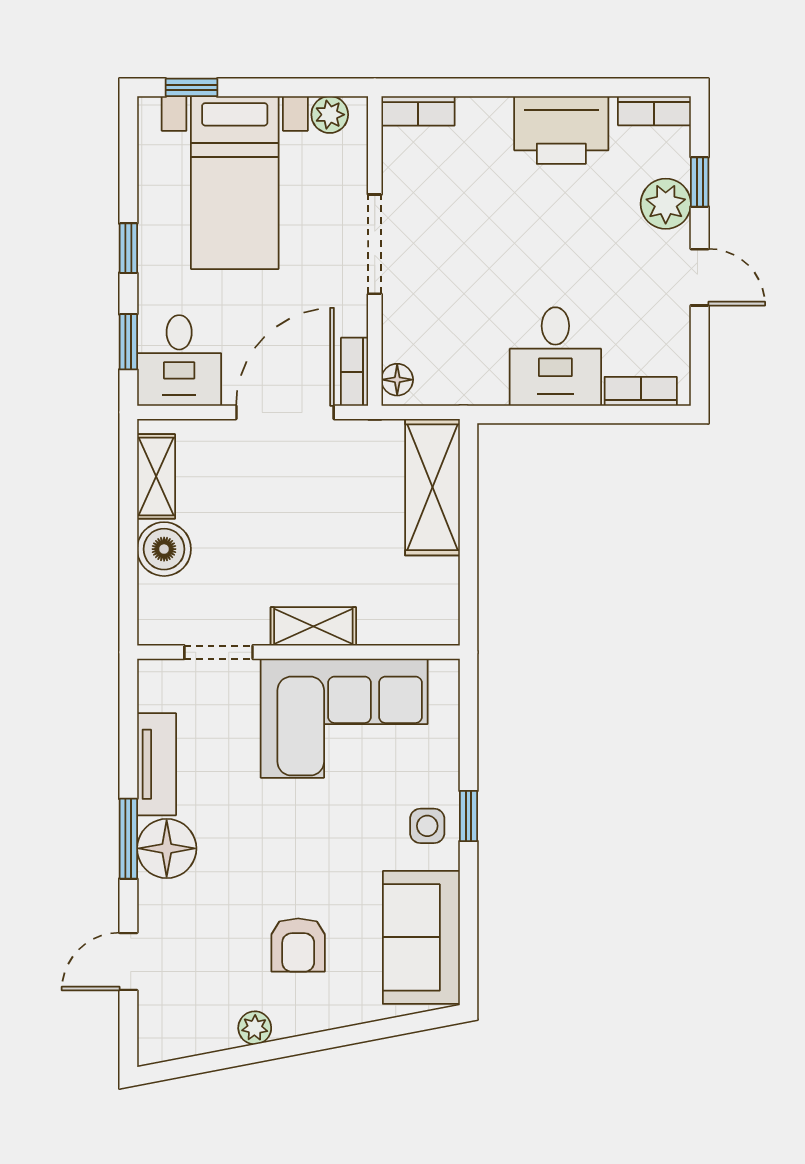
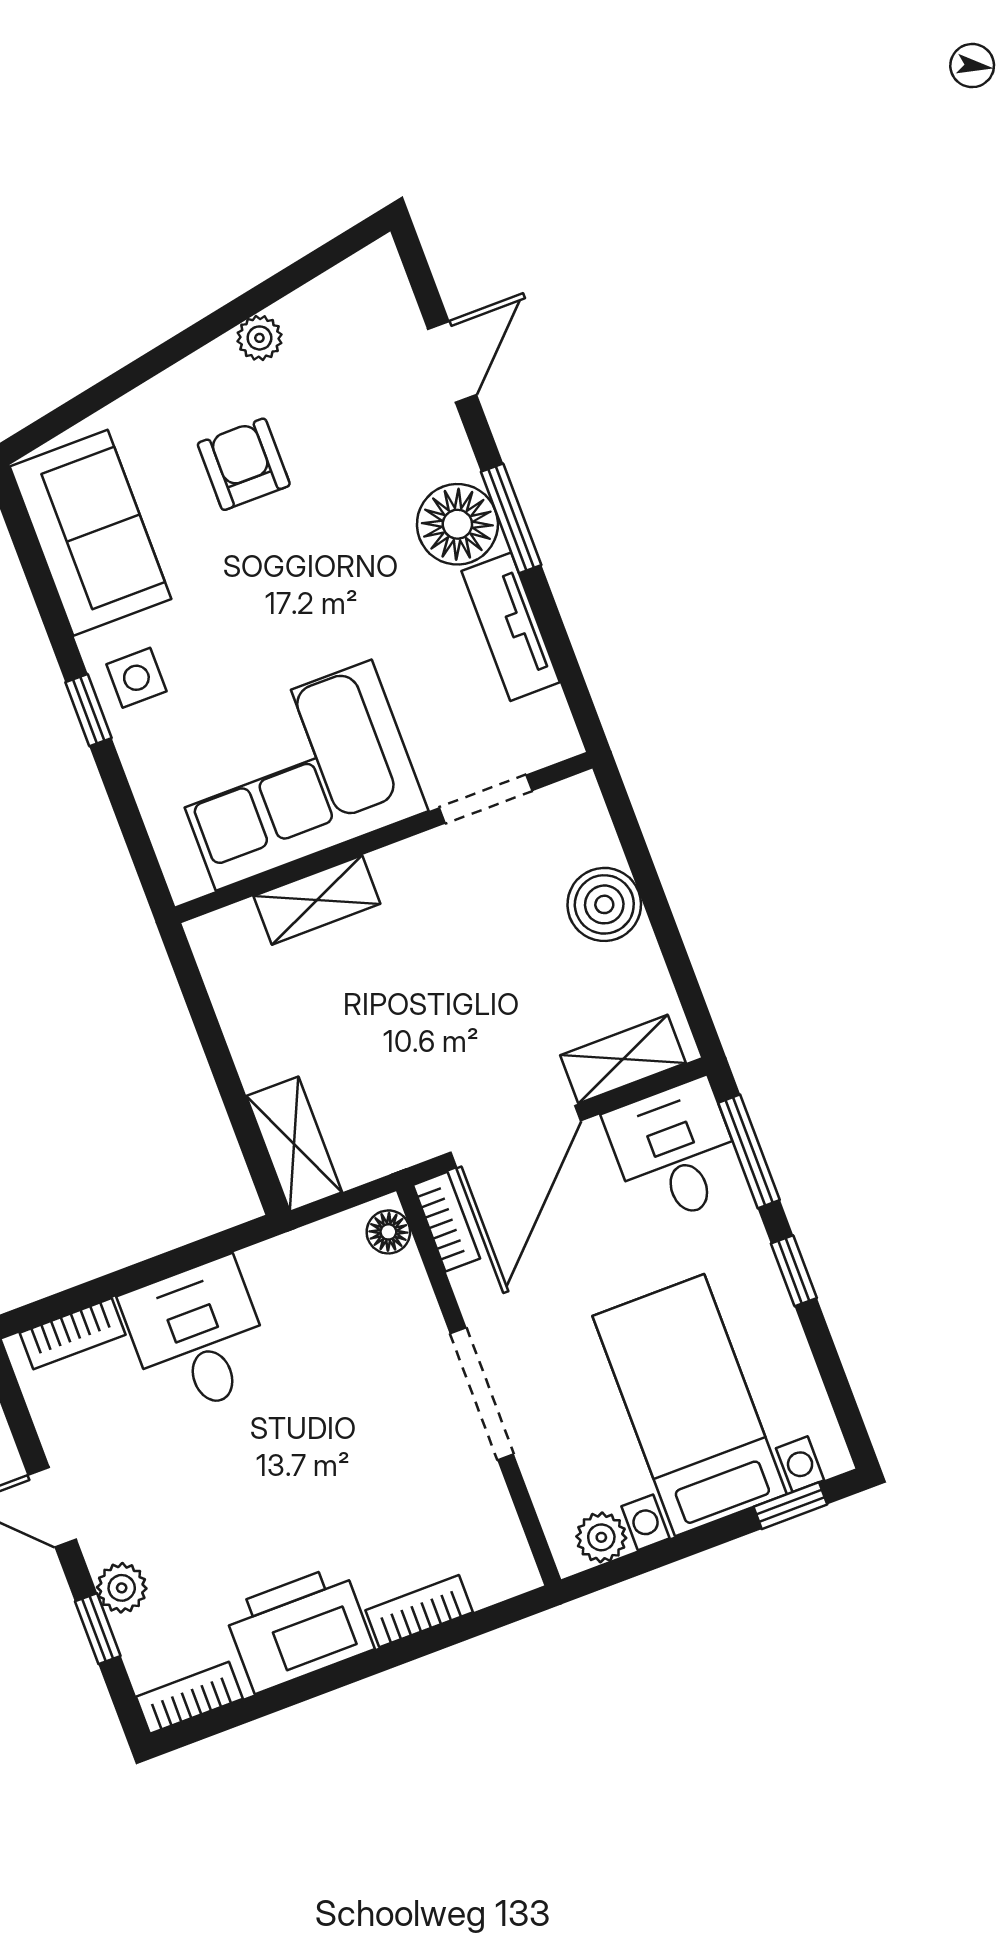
bookcase: (418, 111) -> (419, 1611), moved
plant: (666, 204) -> (122, 1588), width x0.73, depth x0.73
window: (128, 342) -> (749, 1151), width x1.50
shelving: (156, 476) -> (623, 1059), moved, turned 90
shelving: (432, 487) -> (294, 1144), width x0.67, depth x0.75
shelving: (313, 626) -> (317, 900), moved

